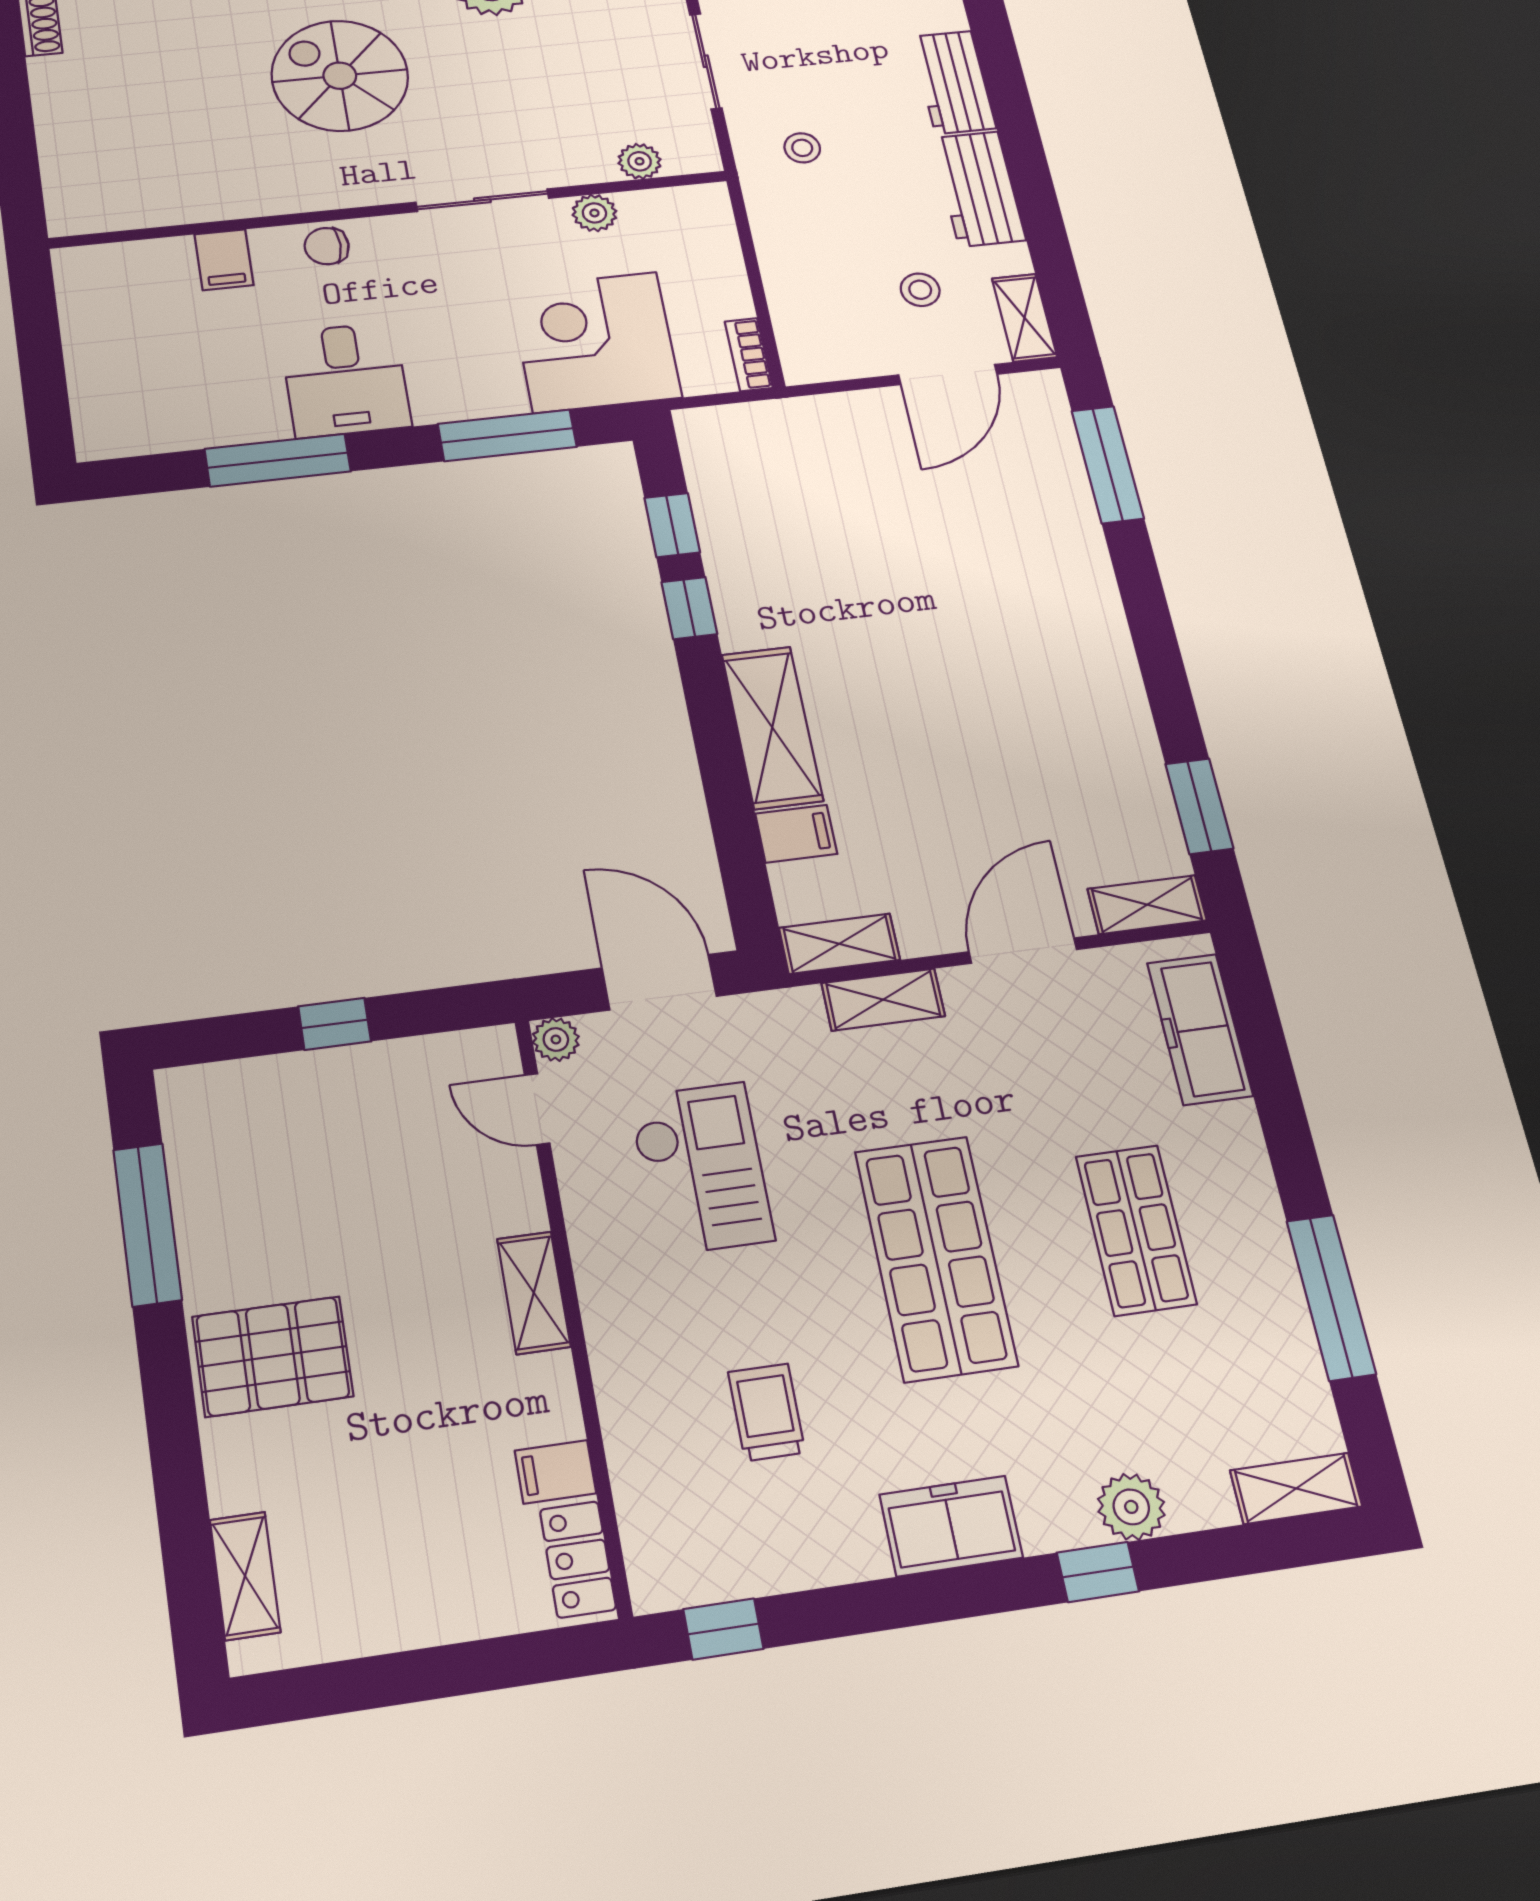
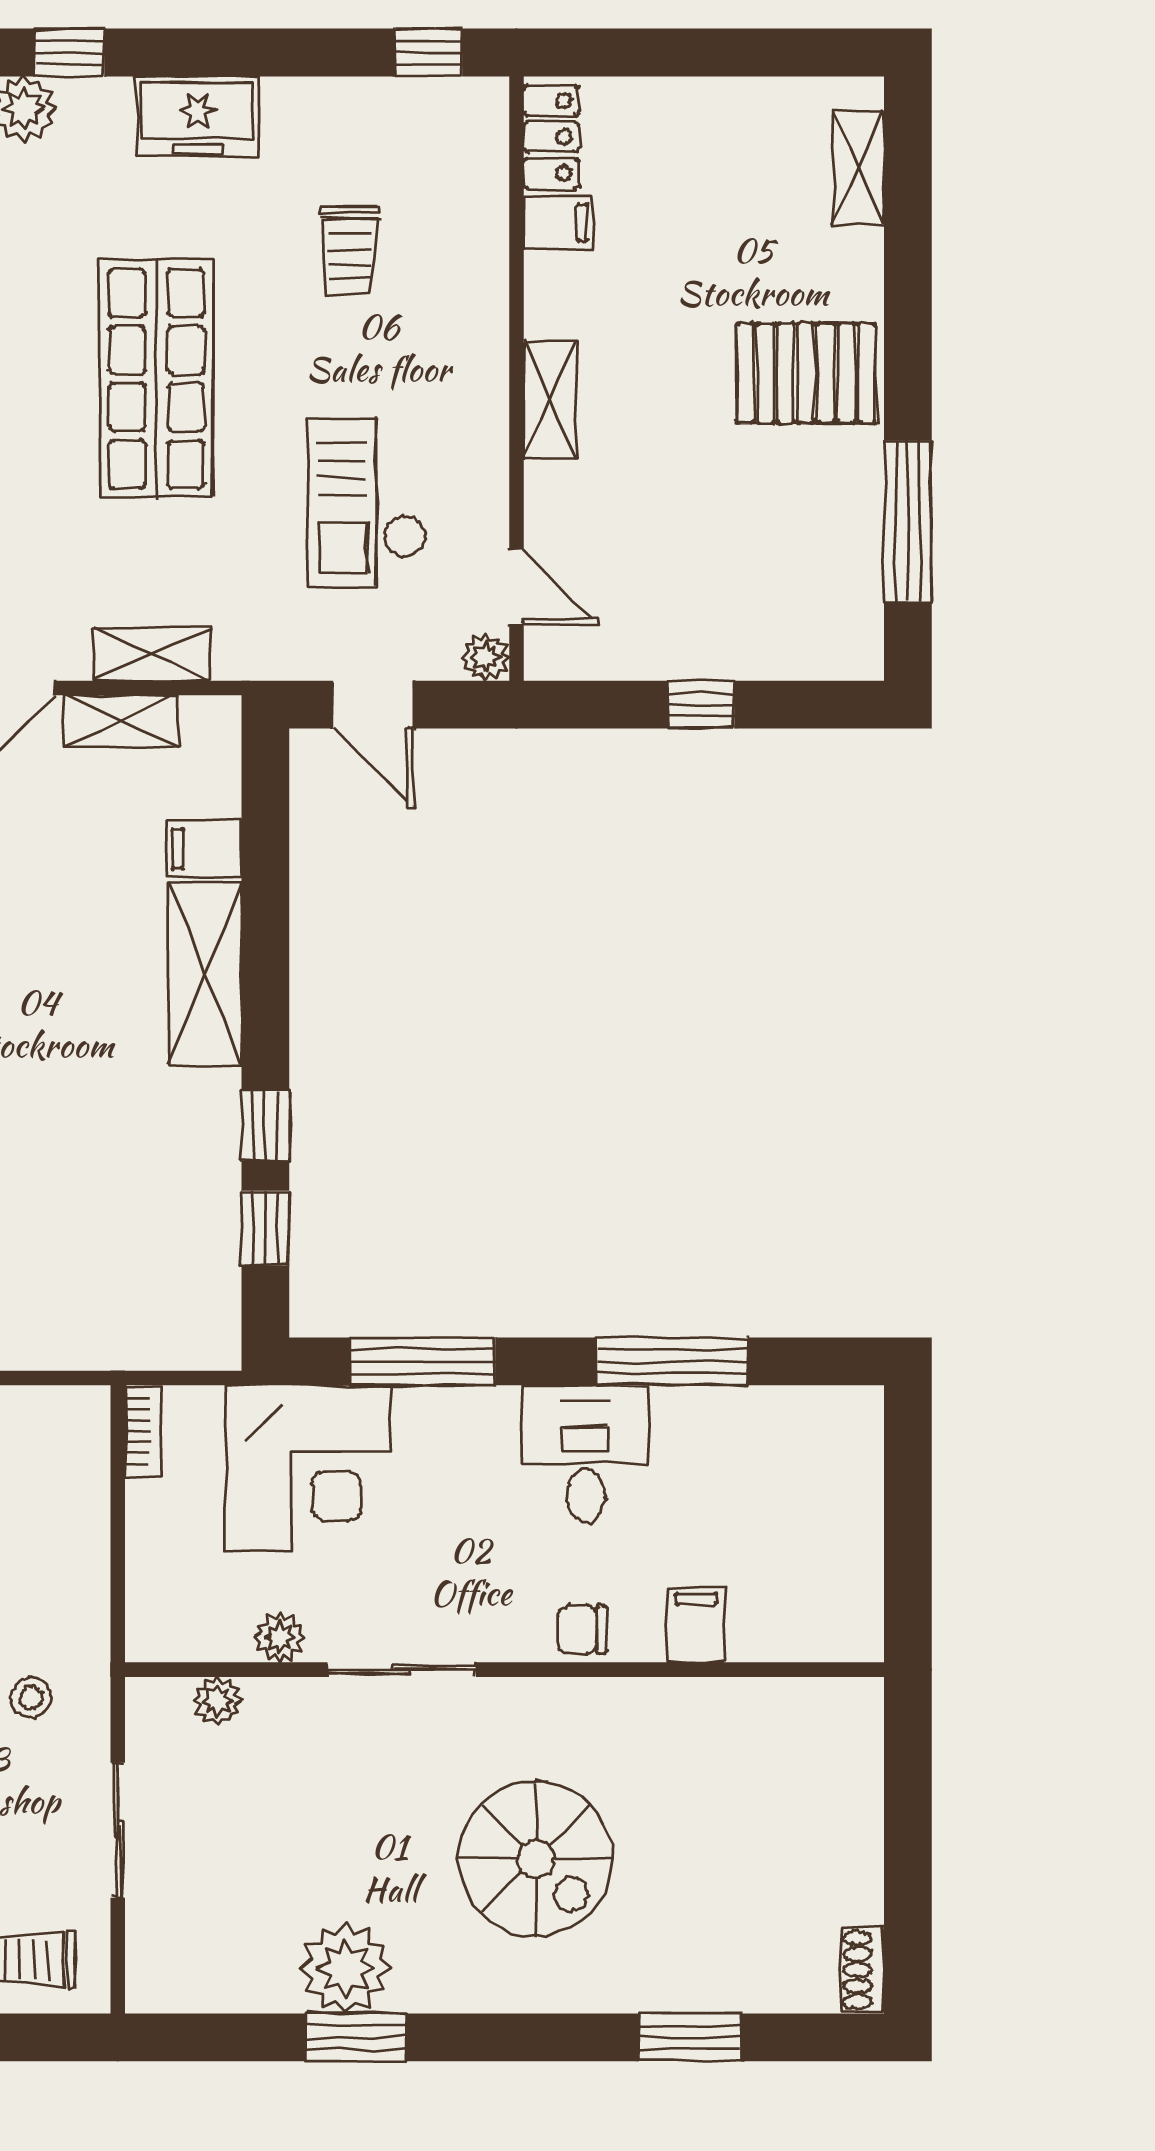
chair: (327, 246) -> (582, 1629), turned 180
shelving: (839, 944) -> (121, 721), moved
door: (659, 982) -> (373, 705), width x0.73

